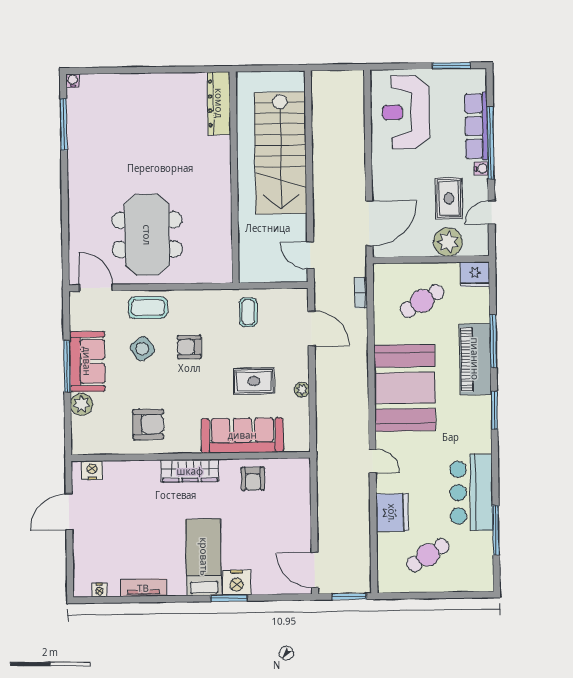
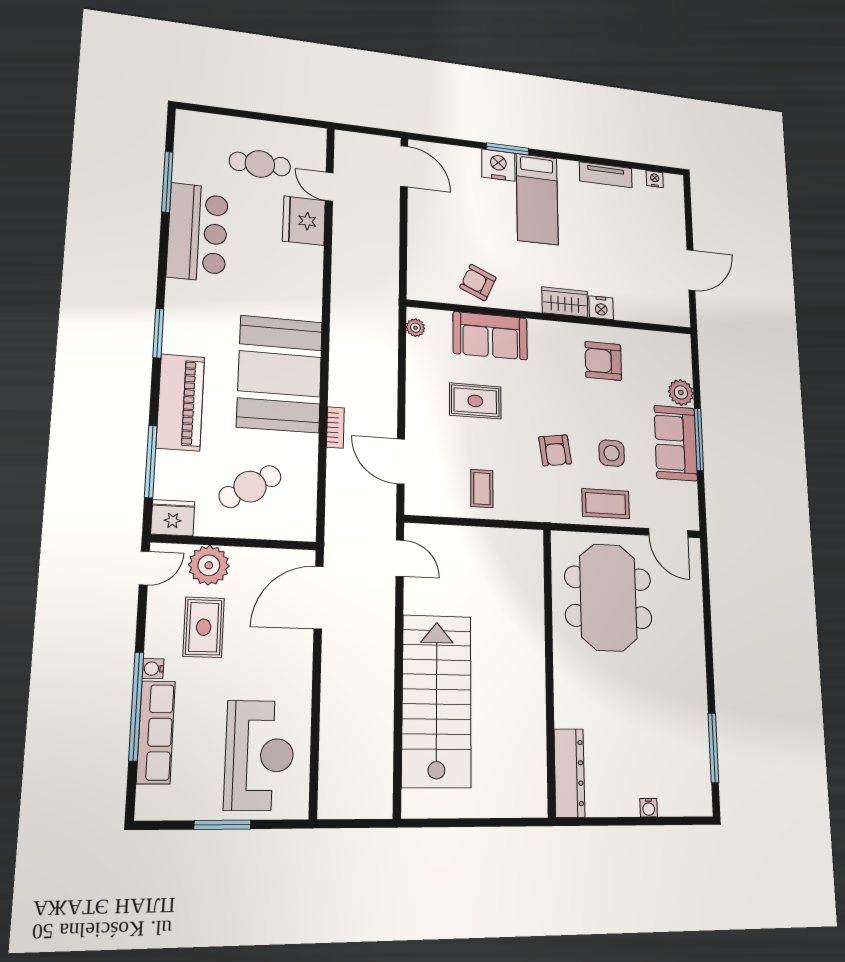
window: (451, 66) -> (222, 825), moved
water cooler: (73, 81) -> (649, 808), moved
dresser: (219, 103) -> (569, 773), moved
wall: (234, 177) -> (549, 670), moved
door: (492, 212) -> (144, 568), moved
bookcase: (361, 293) -> (335, 427), moved
window: (493, 341) -> (151, 461), moved
armchair: (189, 347) -> (555, 450), turned 82
side table: (142, 349) -> (612, 453), turned 35
plant: (302, 390) -> (415, 328), moved
sofa: (242, 435) -> (490, 336), width x0.73
door: (373, 461) -> (329, 187), moved
nightstand: (92, 470) -> (601, 308), moved
wardrobe: (190, 471) -> (565, 302), width x0.67
armchair: (253, 479) -> (478, 283), turned -66
cafe table: (428, 555) -> (260, 164), turned 32
window: (349, 596) -> (363, 130), removed

